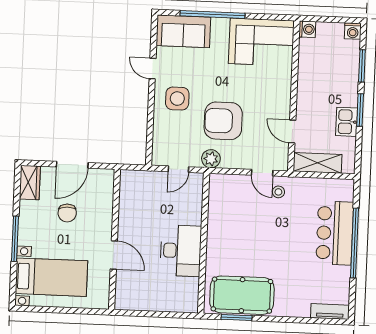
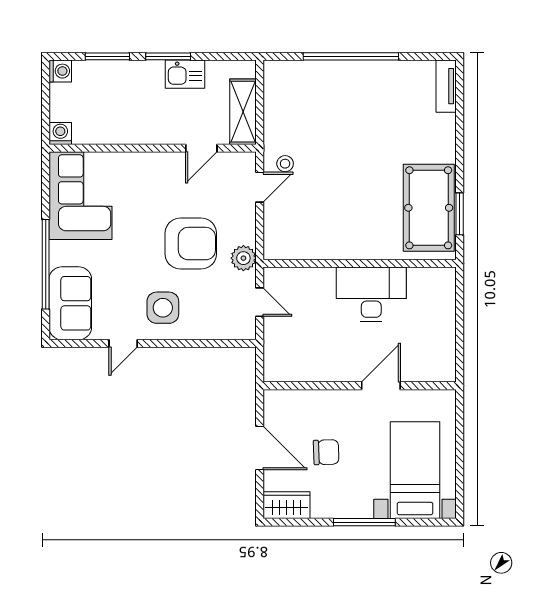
armchair: (223, 121) -> (191, 244), turned -90
bar counter: (335, 233) -> (338, 84), removed

